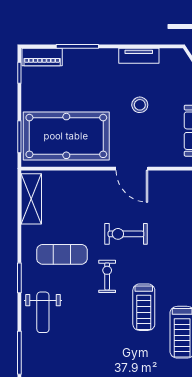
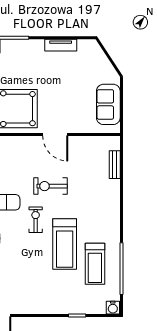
stool: (140, 105) -> (61, 84), removed
treadmill: (144, 307) -> (65, 244), width x1.37, depth x1.38

